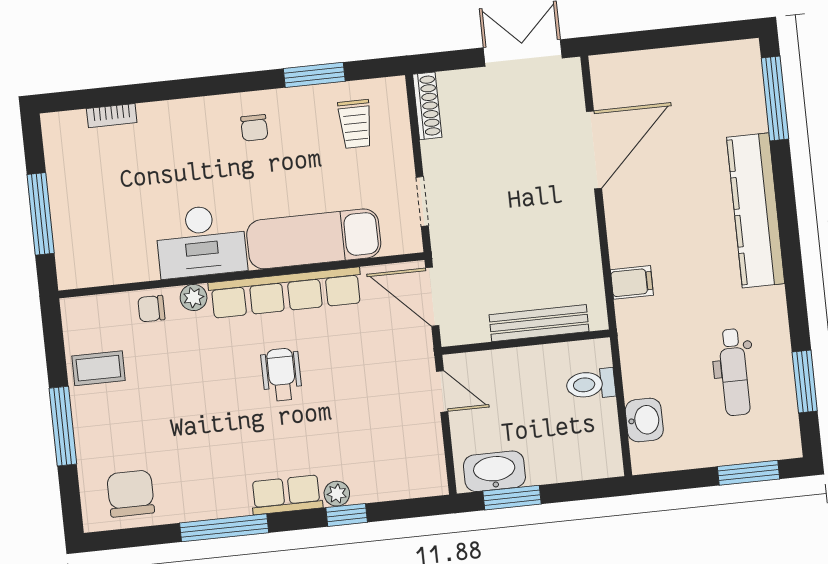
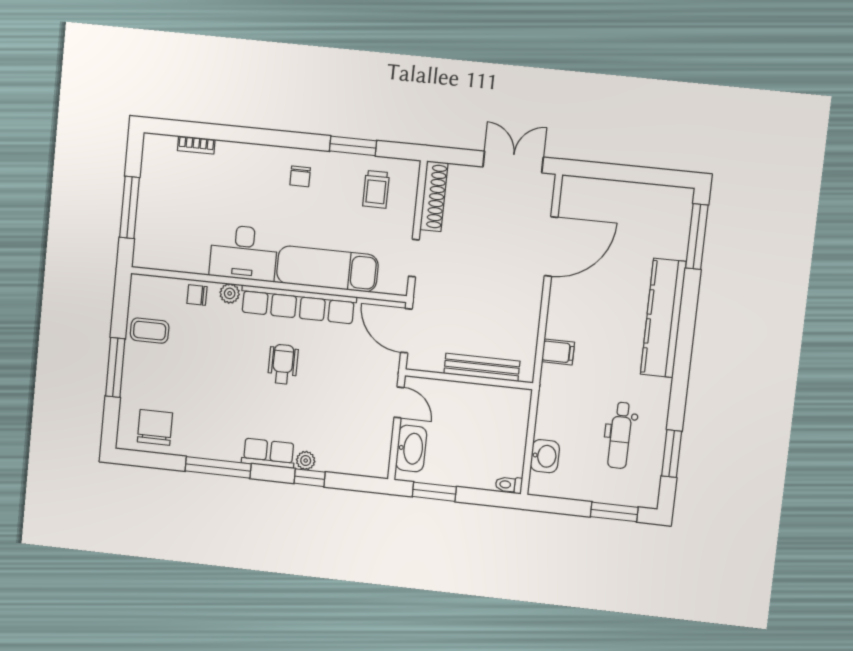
shoe rack: (427, 106) -> (434, 196), width x1.36, depth x1.24
toilet: (591, 384) -> (509, 485), moved, width x0.73, depth x0.72
washbasin: (494, 471) -> (411, 448), moved, turned 90

